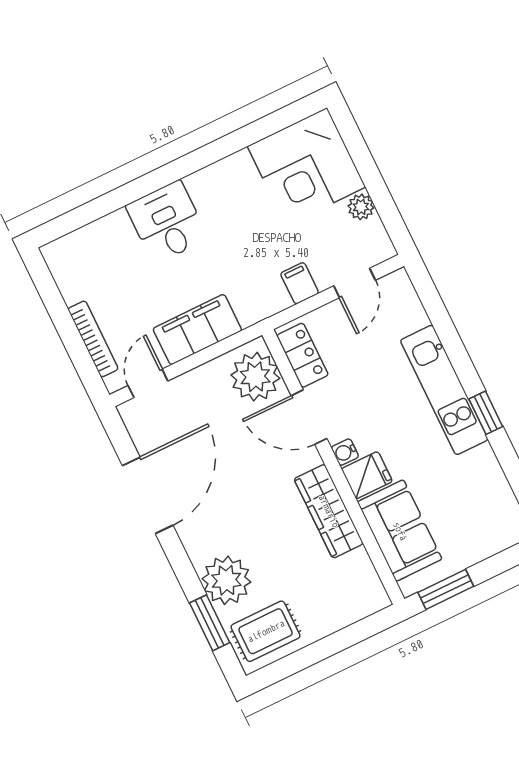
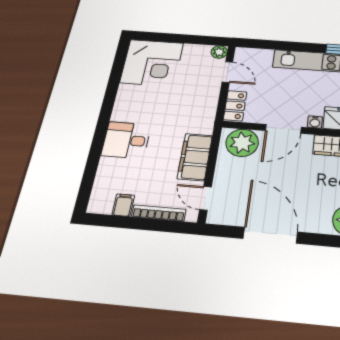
plant: (361, 207) -> (219, 52), moved
filing cabinet: (300, 283) -> (123, 205), moved, turned 90
locker: (302, 355) -> (235, 106), moved, turned 90

